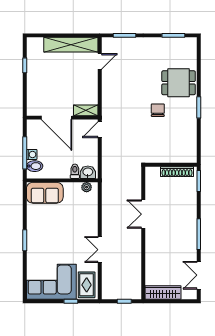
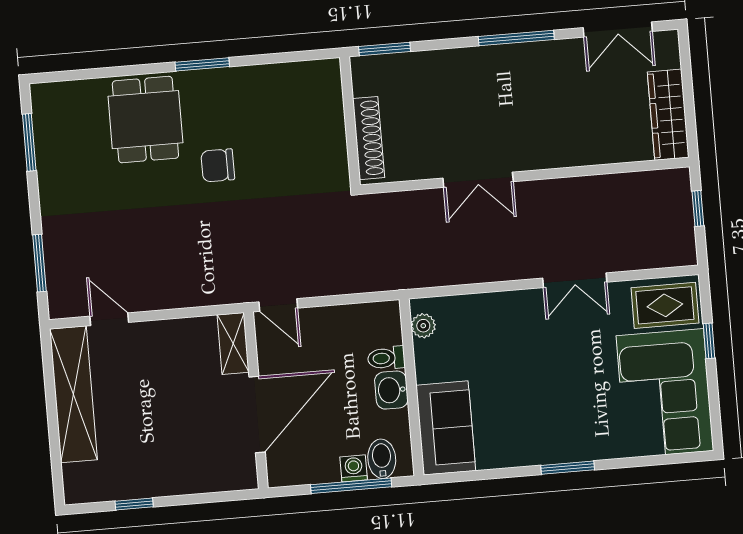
washbasin: (88, 172) -> (391, 390), moved
shoe rack: (177, 172) -> (369, 138), moved

